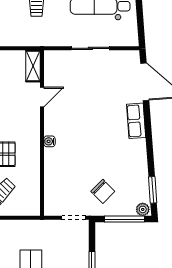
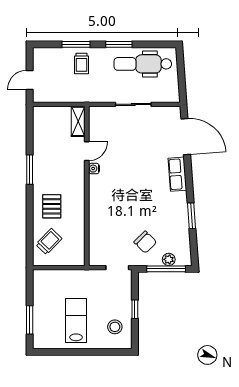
water cooler: (49, 141) -> (94, 169), moved
window: (153, 190) -> (191, 216), moved
plant: (143, 209) -> (169, 259), moved

